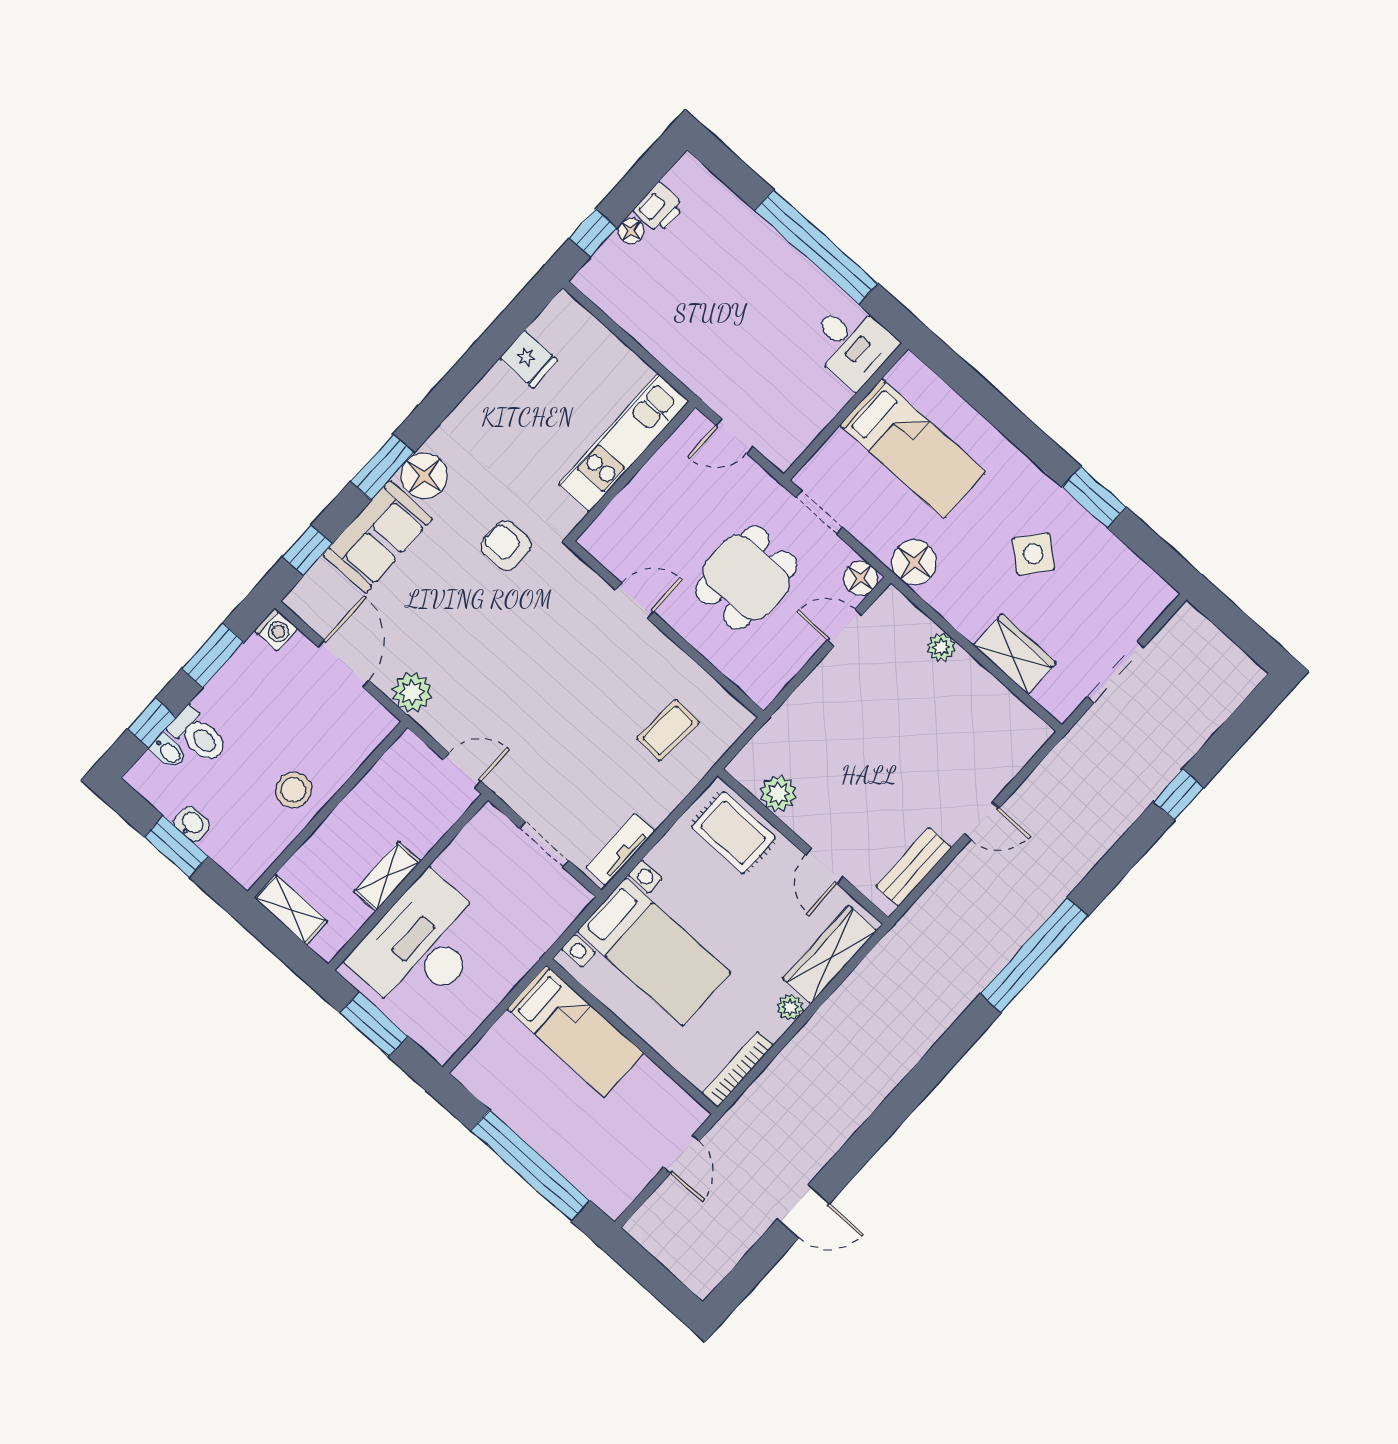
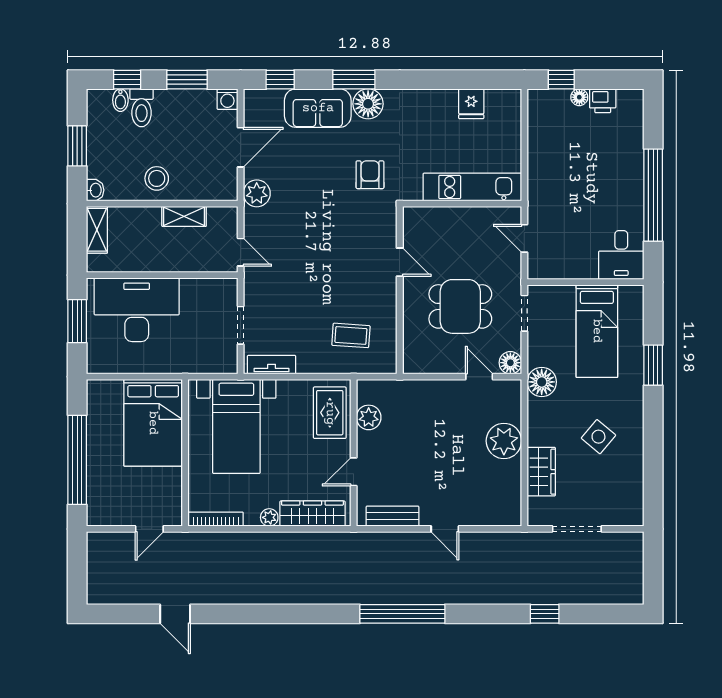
window: (1094, 497) -> (653, 365), moved
plant: (941, 647) -> (504, 441), width x1.88, depth x1.88
washbasin: (192, 824) -> (95, 190), moved
shelving: (387, 876) -> (184, 216), moved
bed: (575, 1031) -> (153, 423), width x1.50

